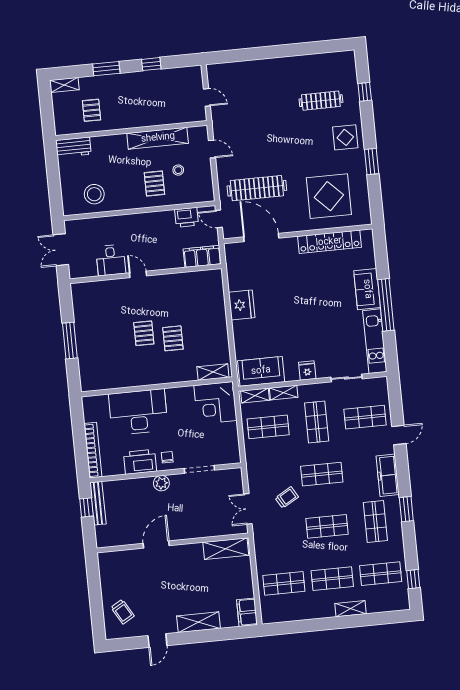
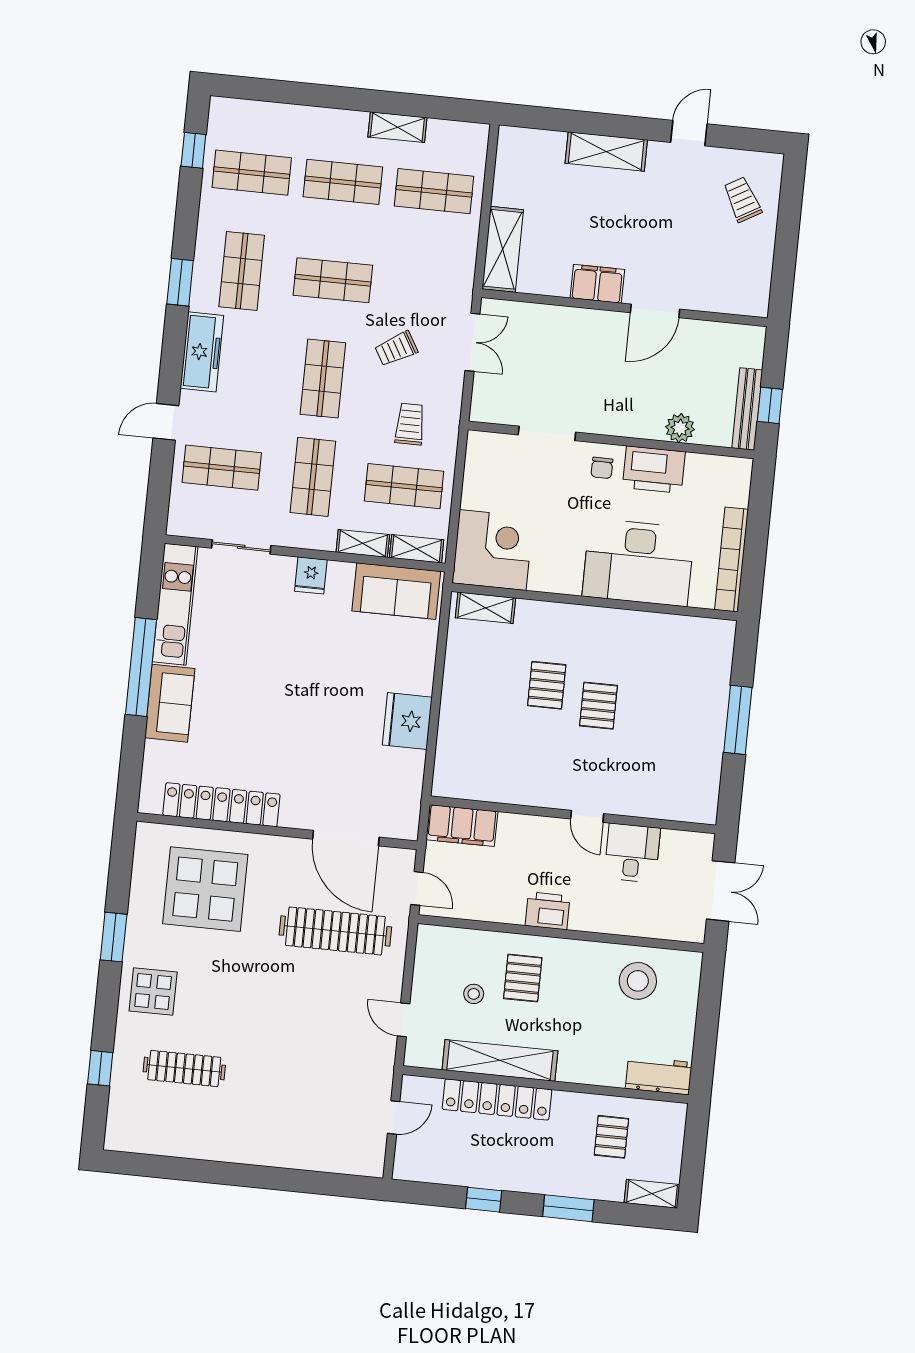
door: (207, 97) -> (394, 1117), swing flipped
locker: (155, 118) -> (497, 1099), added
printer: (187, 217) -> (548, 911), moved
bookcase: (93, 450) -> (731, 560), moved
trolley: (272, 460) -> (410, 424), added
shop shelf: (322, 474) -> (323, 379), turned 90
plant: (161, 483) -> (680, 428), moved
shelving: (226, 549) -> (503, 249), moved, turned 90
shelving: (351, 609) -> (397, 127), moved
filing cabinet: (247, 612) -> (597, 284), moved, turned -90

